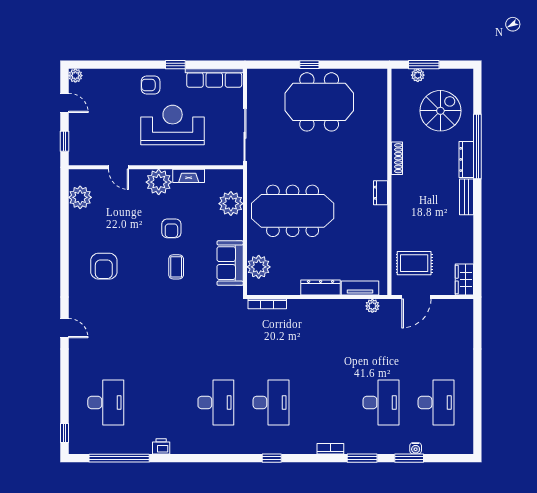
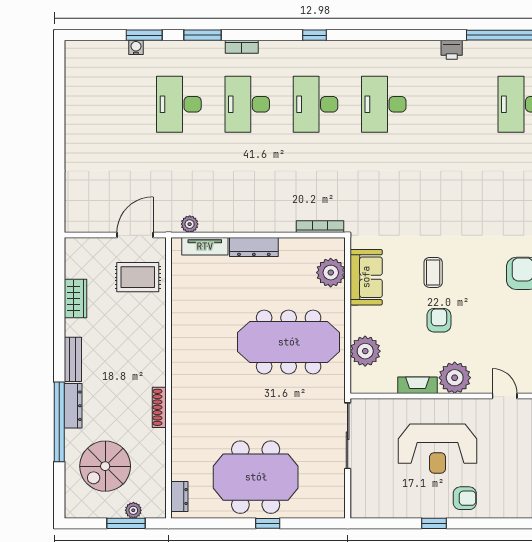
row of seats: (214, 78) -> (386, 507), removed
dresser: (381, 193) -> (179, 497), moved
wardrobe: (464, 280) -> (75, 298), moved
desk: (436, 402) -> (247, 104), moved

